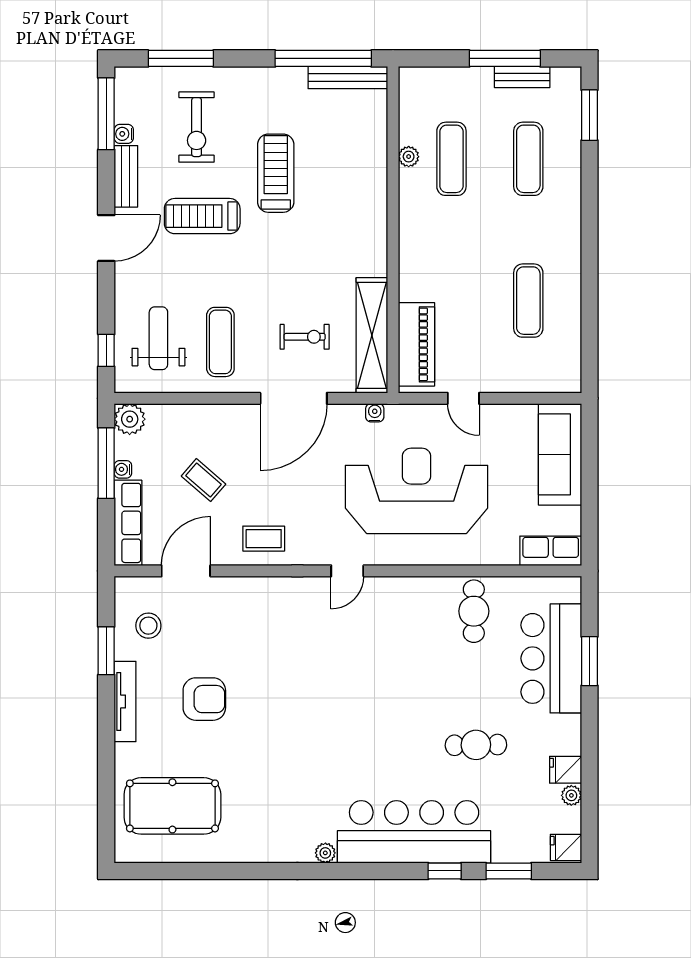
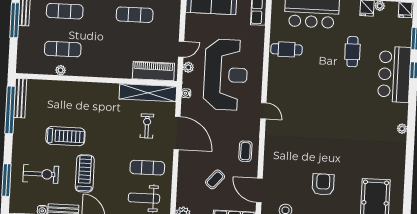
treadmill: (276, 173) -> (65, 136), turned 180
treadmill: (202, 216) -> (85, 173), turned 180
plant: (427, 415) -> (188, 67), added
reception desk: (417, 491) -> (226, 75), turned 180
bar counter: (414, 832) -> (394, 74), width x0.73

